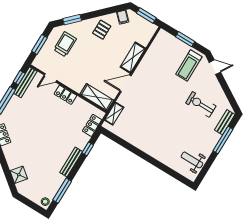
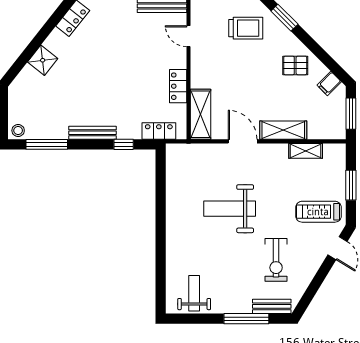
locker: (65, 95) -> (178, 86), moved
exercise bike: (201, 104) -> (276, 260), turned 180
weight bench: (158, 113) -> (230, 209), added
shelving: (114, 114) -> (306, 151), moved
shower: (19, 175) -> (43, 60), moved

